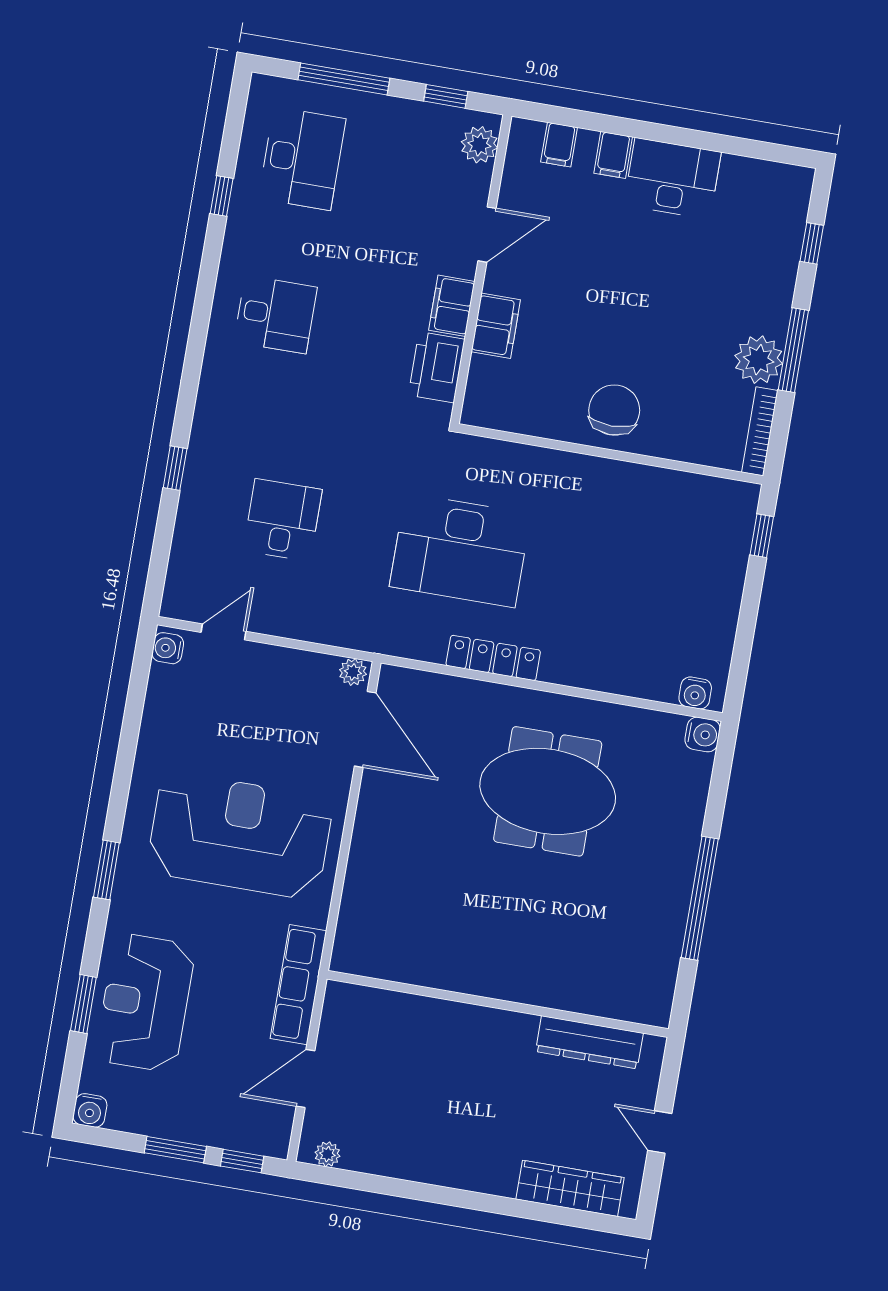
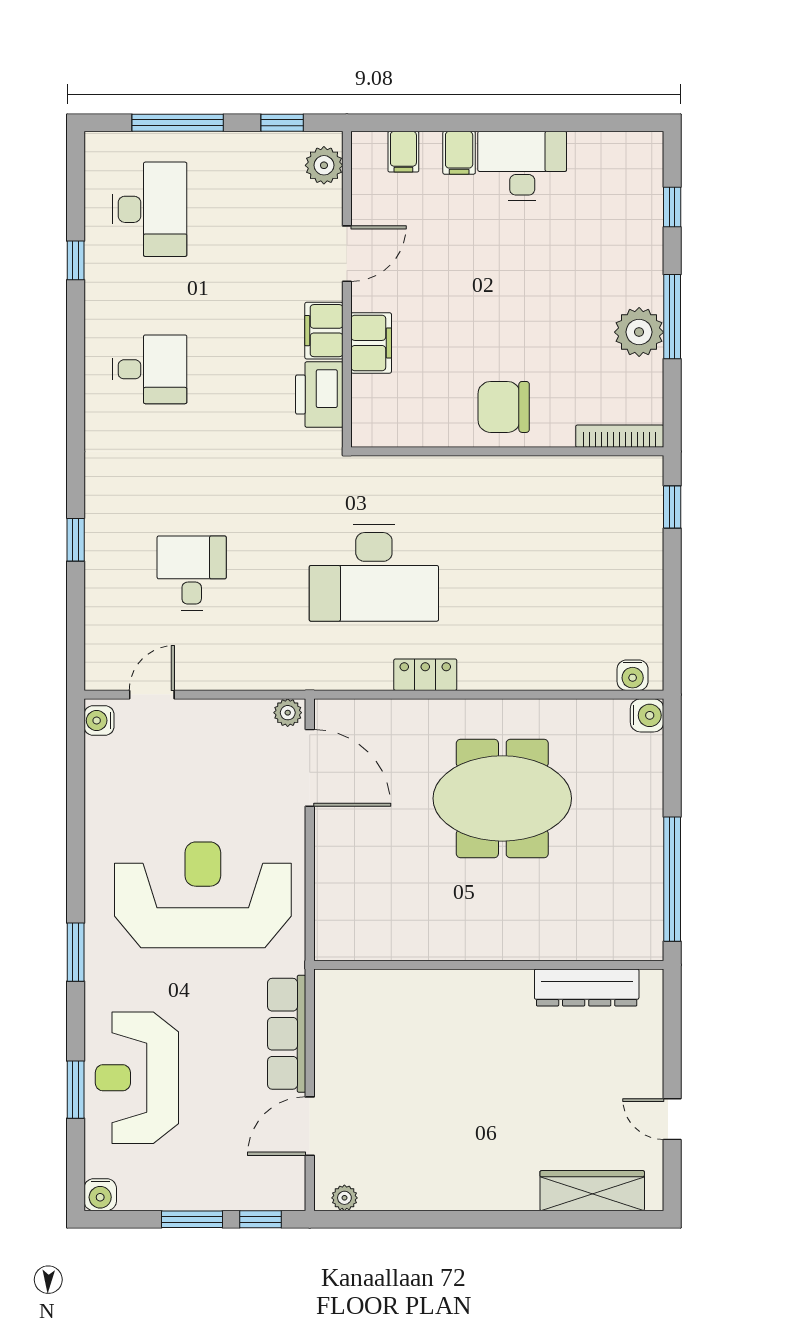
chair: (614, 410) -> (504, 407), turned -90
bookcase: (760, 431) -> (620, 436), moved, turned 90
locker: (493, 658) -> (425, 675), width x0.66
wall: (498, 1004) -> (489, 965), moved
dresser: (589, 1042) -> (587, 987), moved

